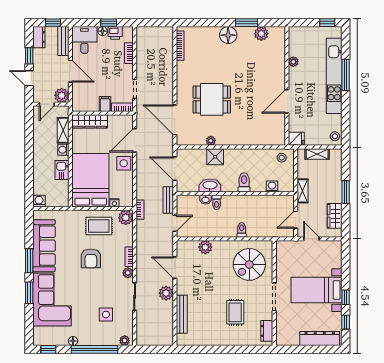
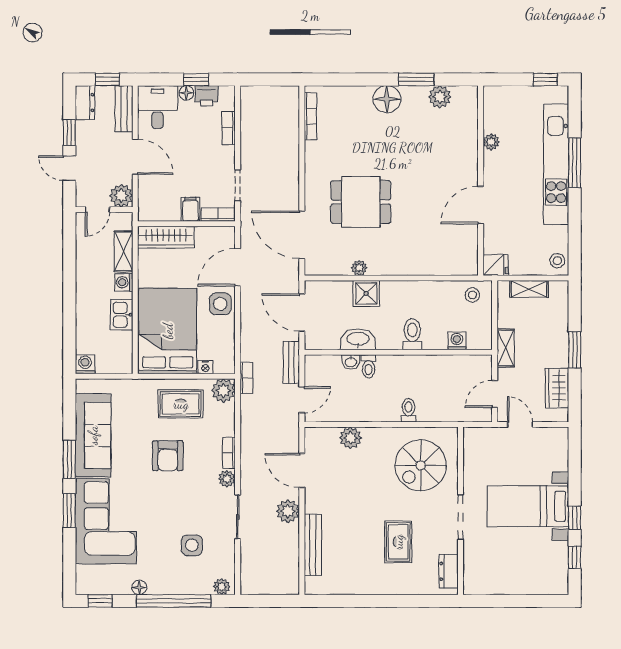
dresser: (320, 339) -> (533, 584), removed

